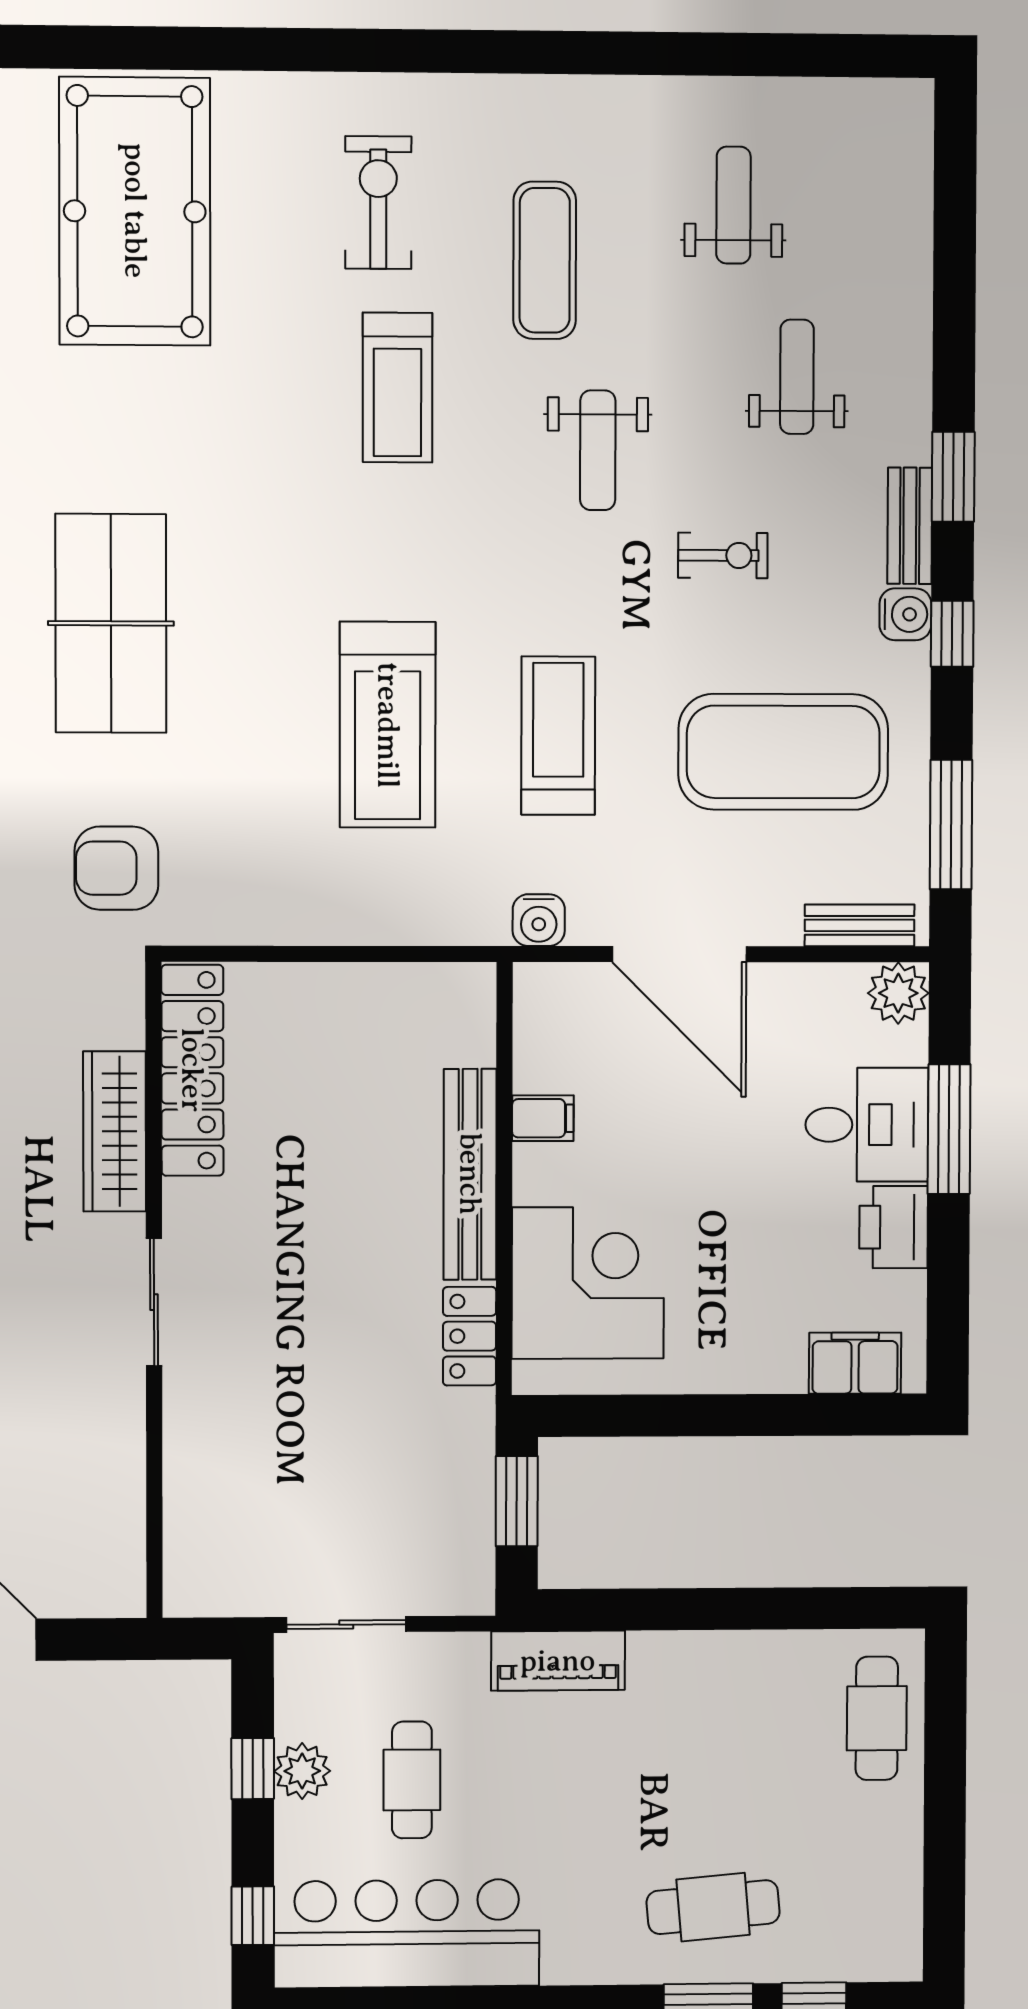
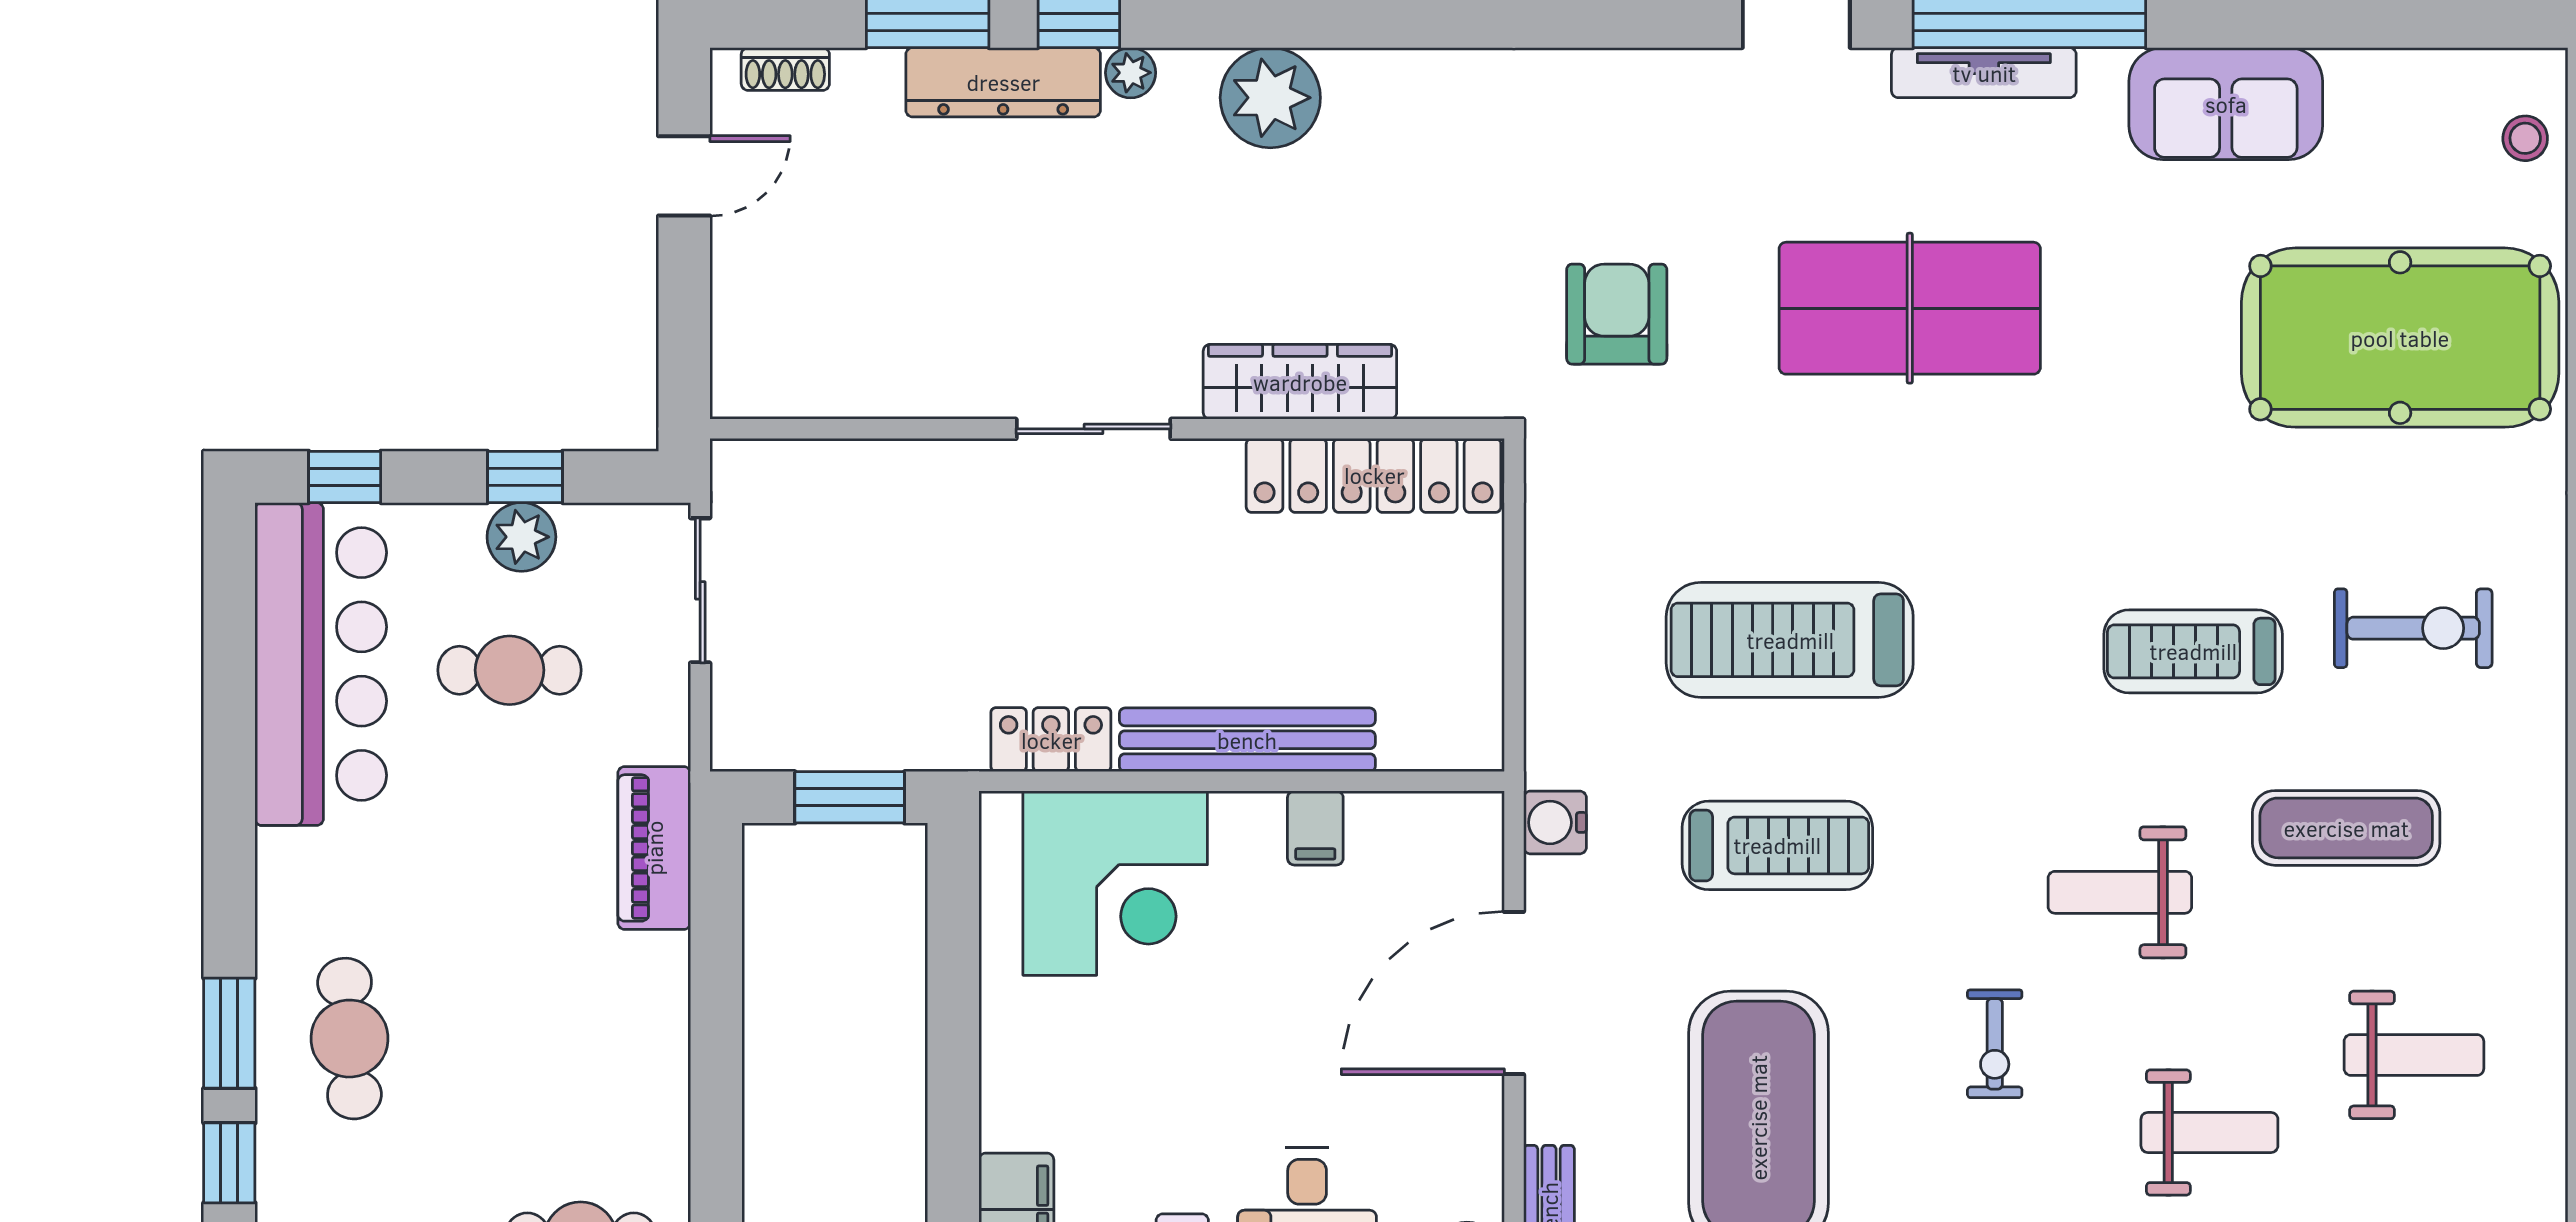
locker: (192, 1070) -> (1374, 475), moved
wardrobe: (115, 1131) -> (1300, 382), moved
wall: (154, 1291) -> (1107, 429), moved
sliding door: (154, 1302) -> (1094, 429), moved

